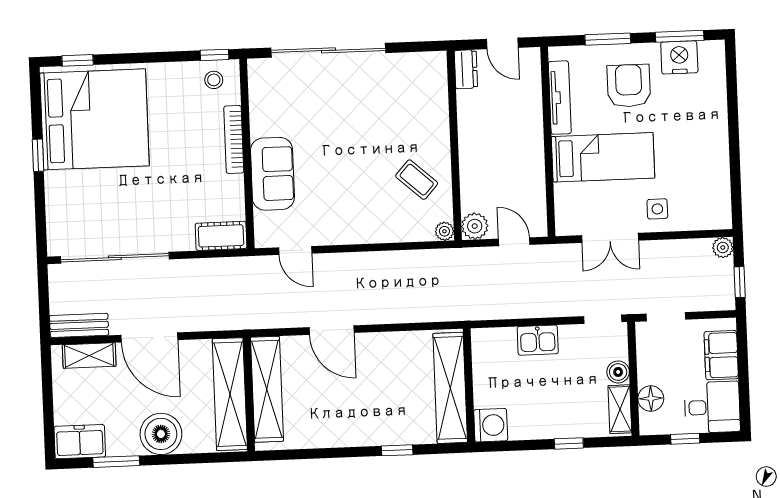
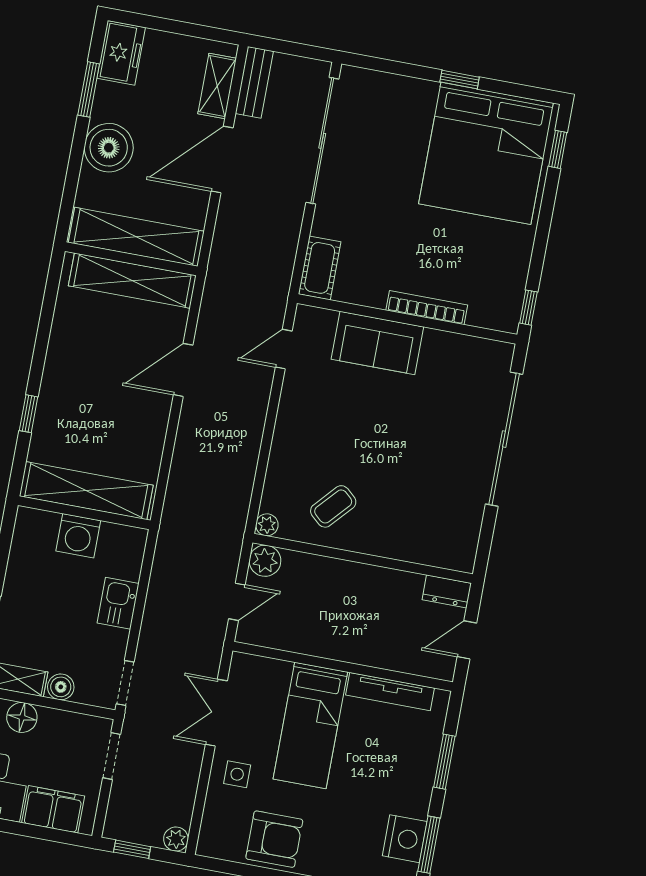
stool: (214, 80) -> (500, 300), removed
armchair: (629, 86) -> (274, 839), moved
washing machine: (491, 425) -> (78, 536), moved

